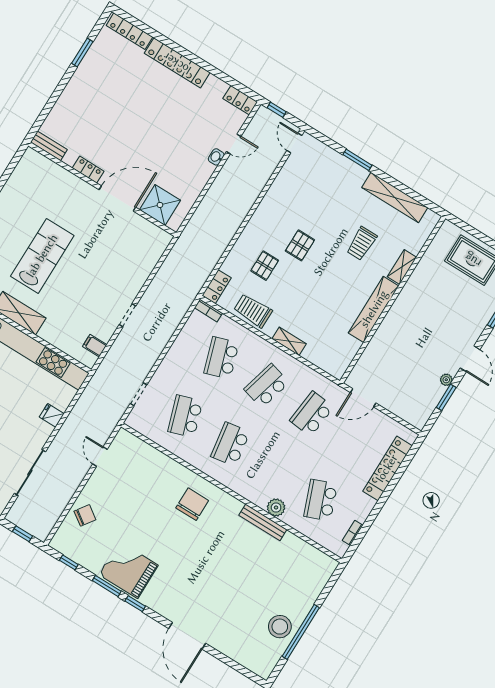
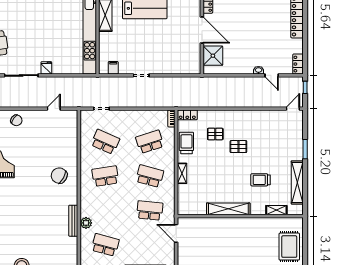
shelving: (402, 267) -> (276, 210), moved
fridge: (52, 415) -> (46, 68), moved
school desk: (185, 416) -> (105, 142), turned 42
school desk: (321, 500) -> (105, 245), turned 36
chair: (192, 504) -> (59, 176), turned -151

